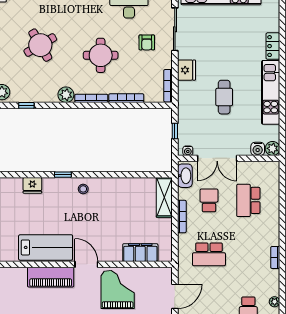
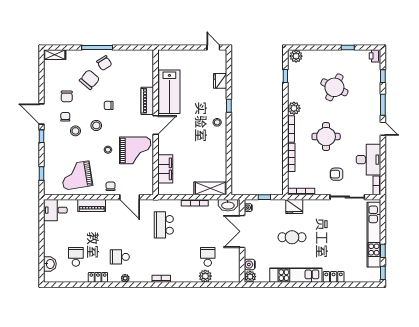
round table: (40, 45) -> (334, 87), turned -34
fridge: (186, 70) -> (294, 206), moved
school desk: (209, 200) -> (208, 225), removed
school desk: (248, 200) -> (208, 257), width x0.54
plant: (272, 203) -> (205, 276), added
piano: (51, 277) -> (147, 101), width x0.73, depth x0.75

